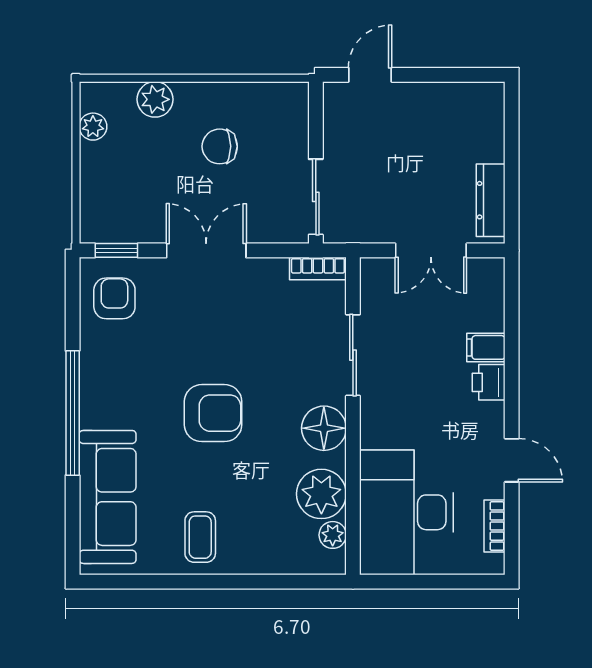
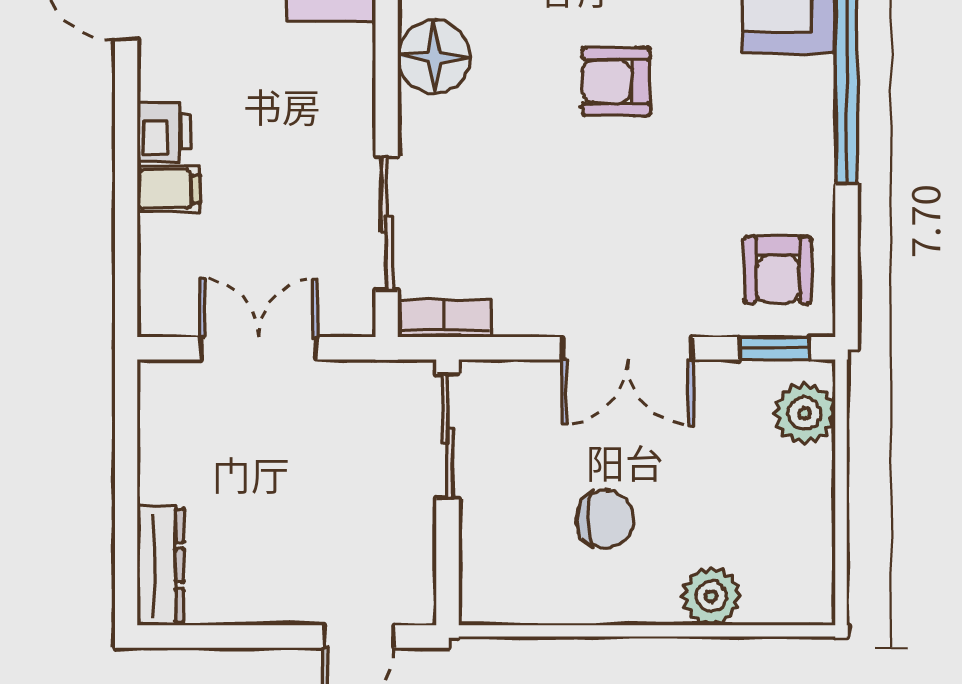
plant: (93, 127) -> (805, 413), moved, width x1.38, depth x1.38
dresser: (491, 200) -> (161, 566), moved
sliding door: (353, 355) -> (387, 224), moved
armchair: (213, 413) -> (616, 82), width x0.72, depth x0.72

